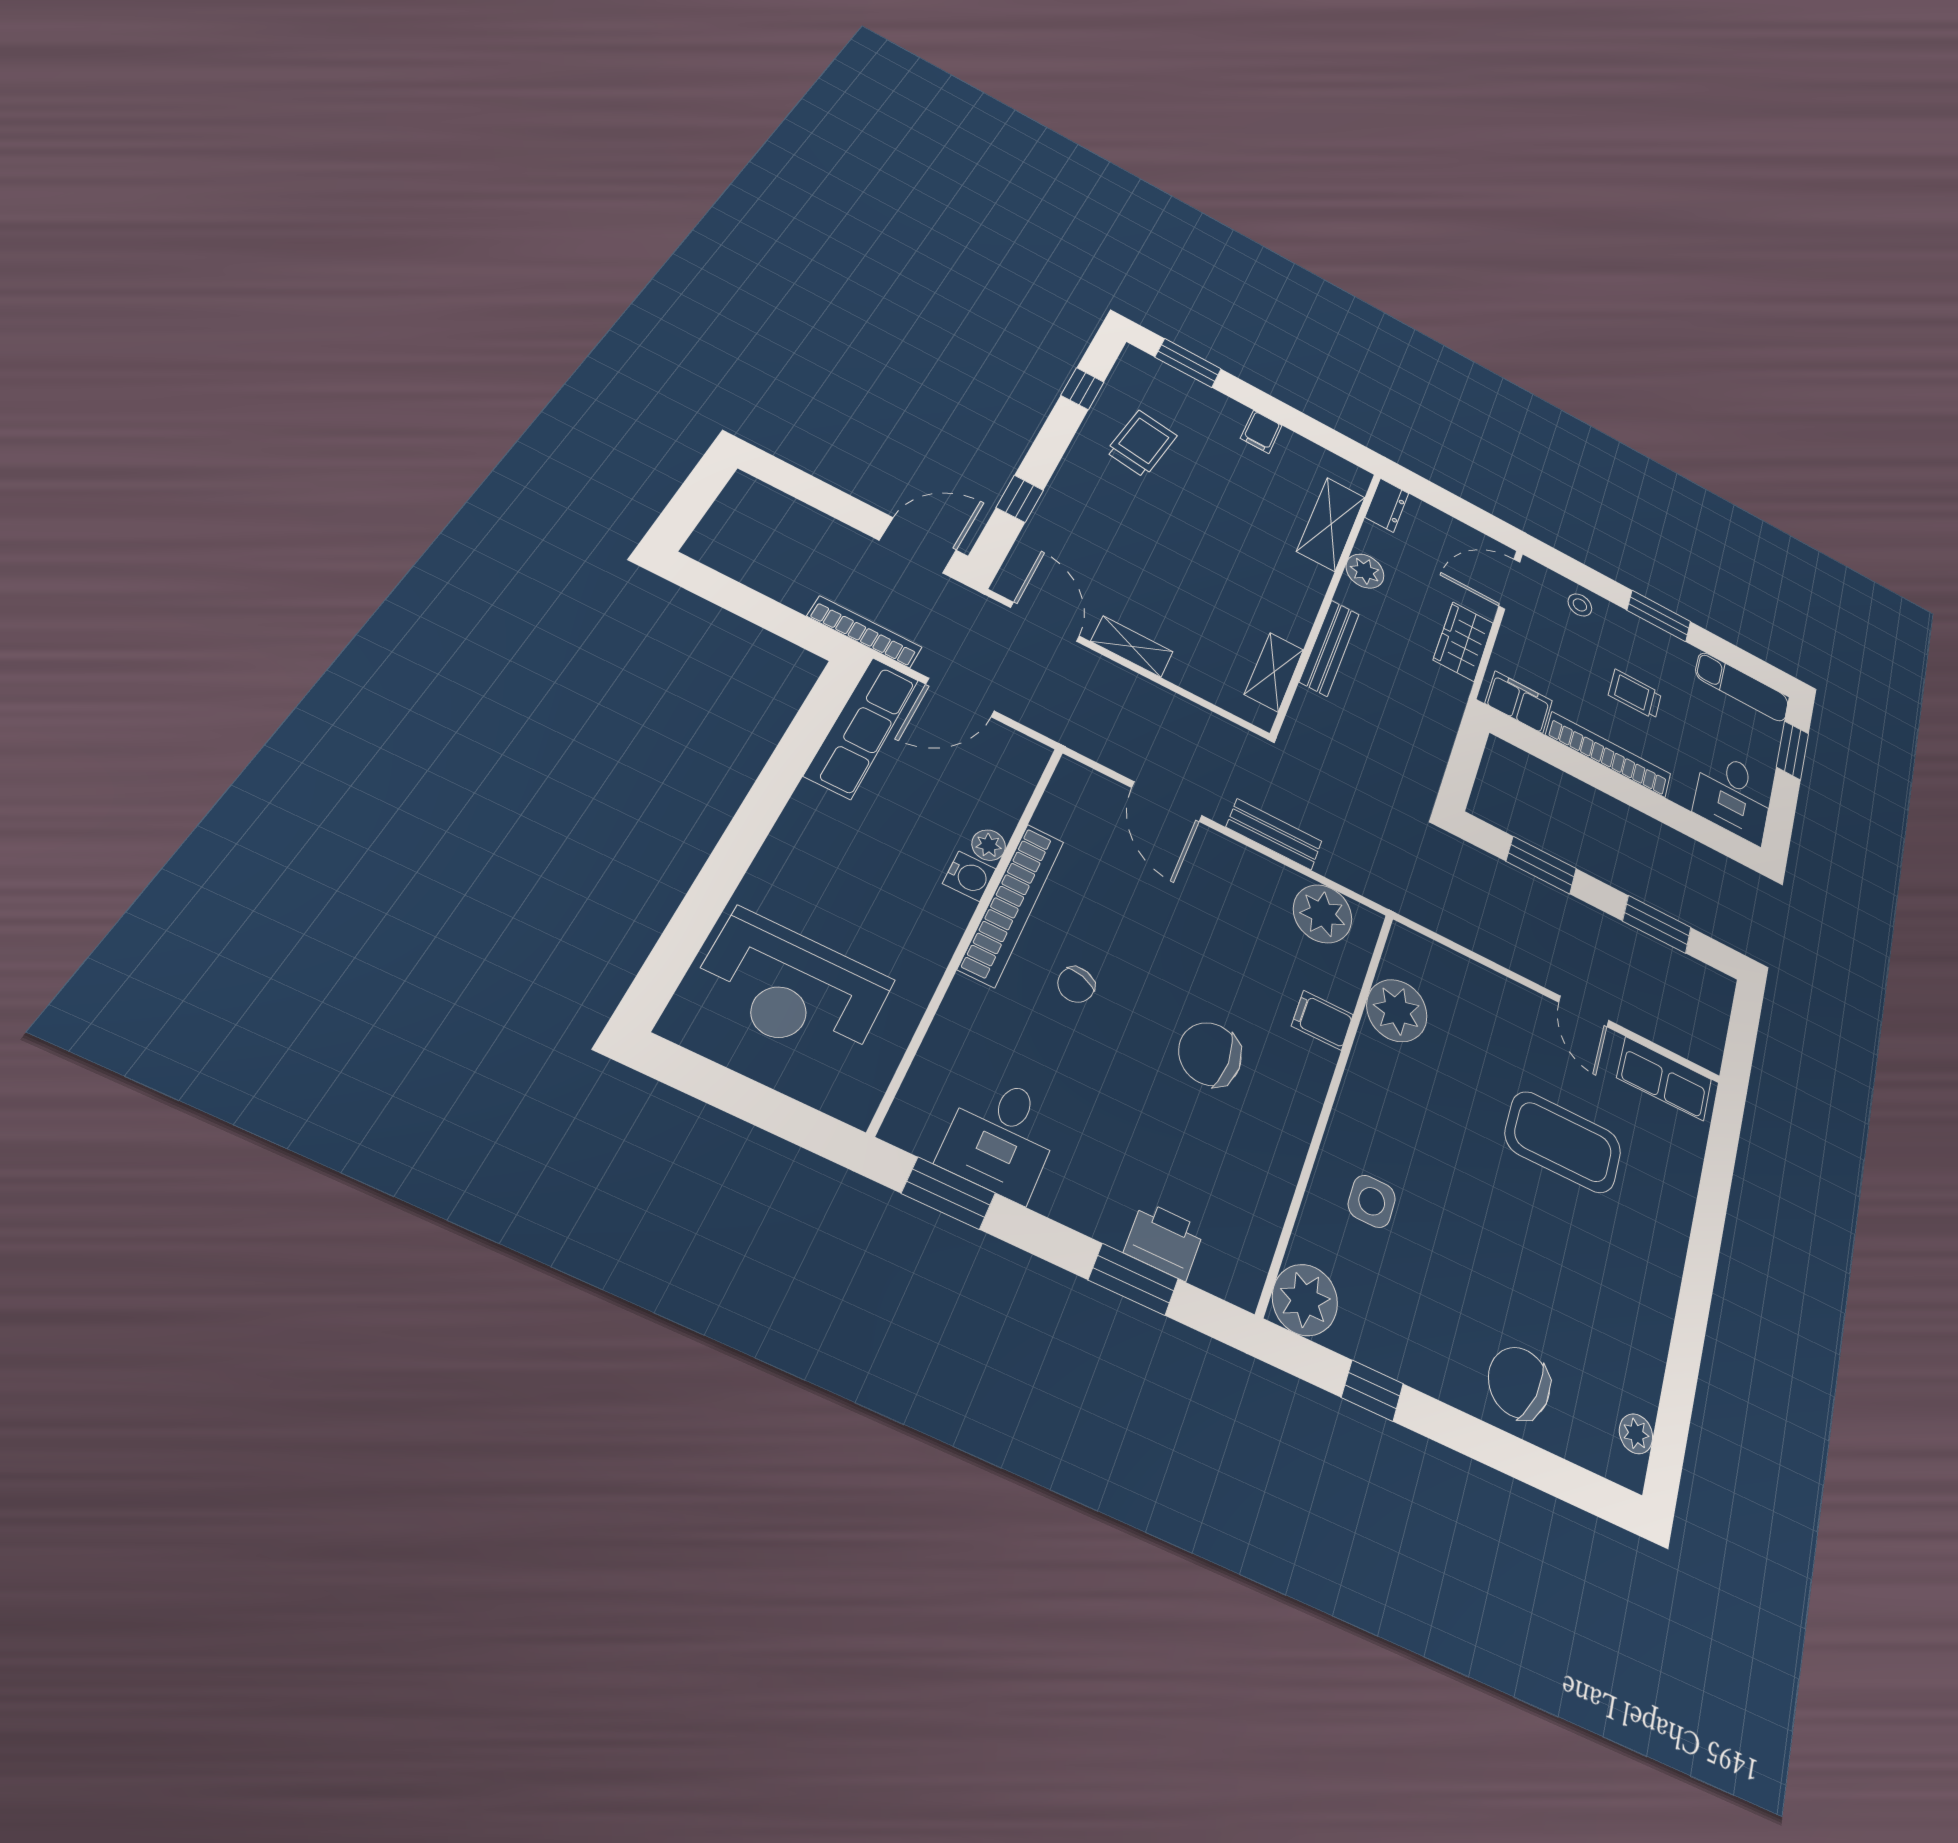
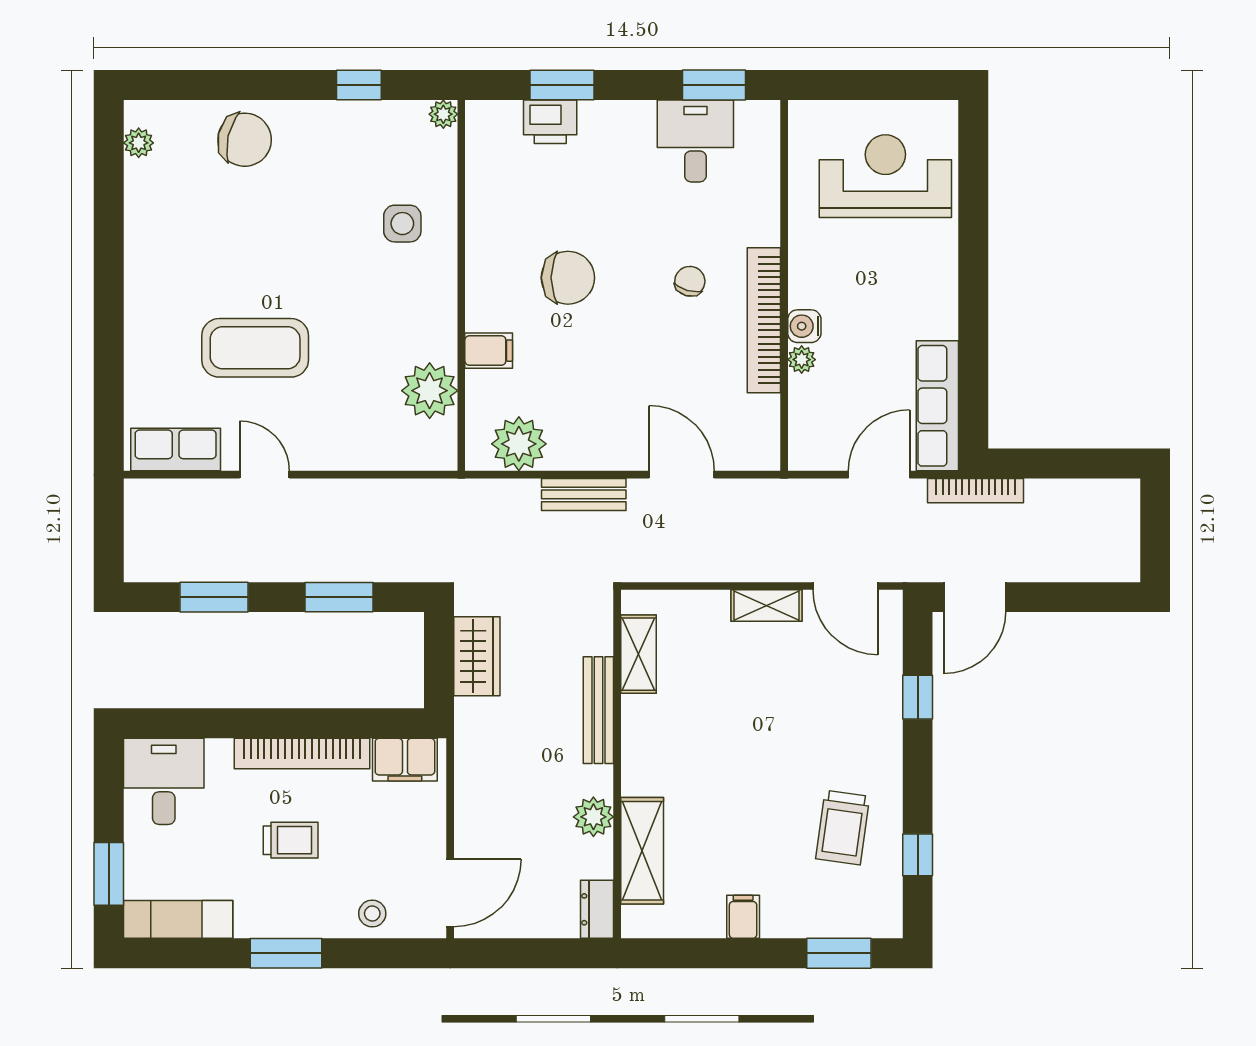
wardrobe: (1463, 641) -> (477, 656), moved
plant: (1305, 1300) -> (443, 114), width x0.53, depth x0.53

